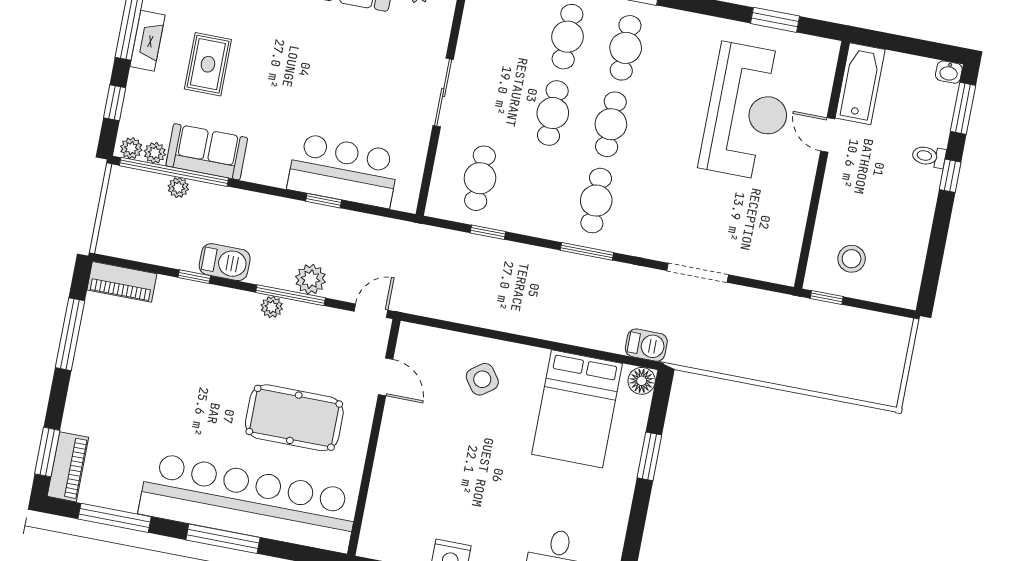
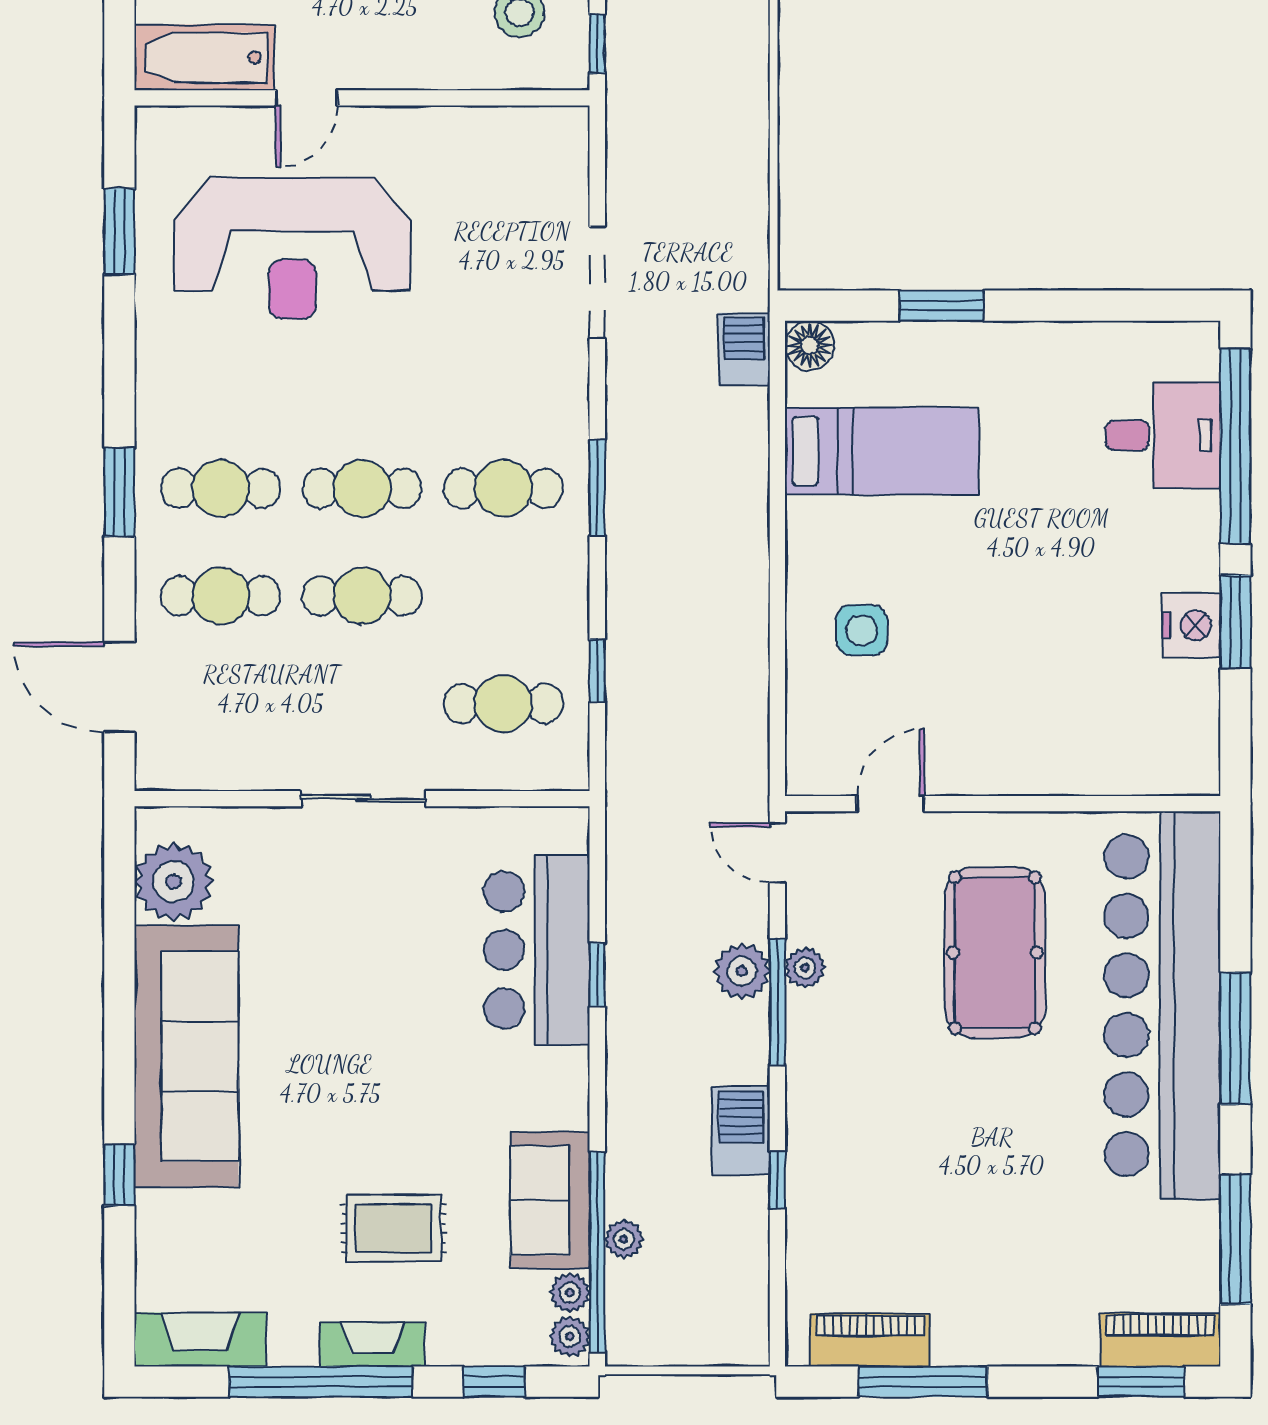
reception desk: (748, 111) -> (292, 248), turned 180
piano: (122, 282) -> (870, 1340), moved, turned -90
plant: (272, 307) -> (805, 968), moved
side table: (482, 379) -> (862, 630), turned 36
bed: (577, 409) -> (882, 451), width x0.67

